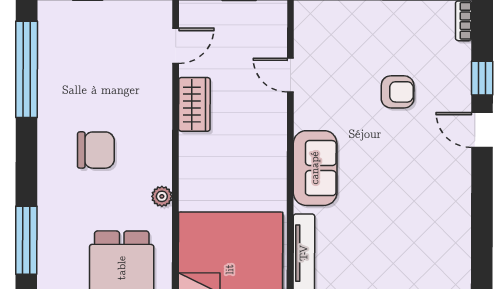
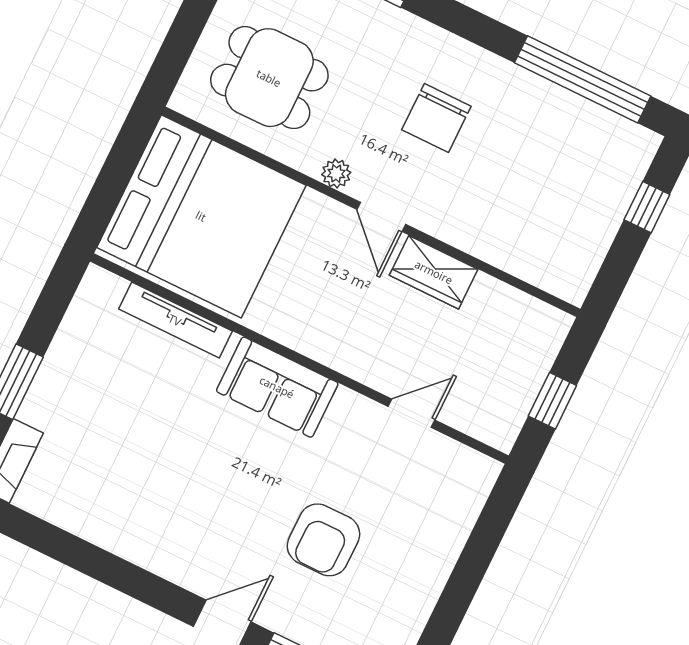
door: (176, 46) -> (381, 217), moved
armchair: (398, 92) -> (323, 540), width x1.38, depth x1.38

